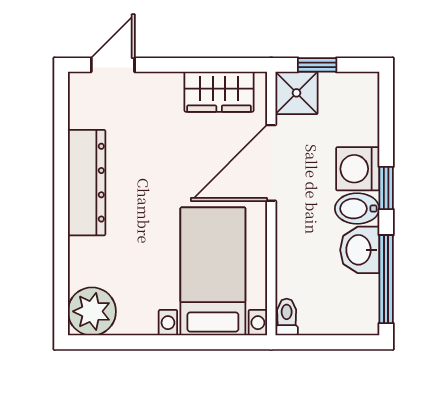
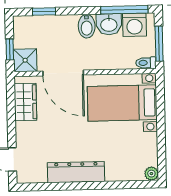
washing machine: (358, 169) -> (134, 25), moved
window: (386, 188) -> (44, 12), moved
plant: (92, 311) -> (151, 174), width x0.53, depth x0.53
window: (322, 342) -> (159, 44), added

